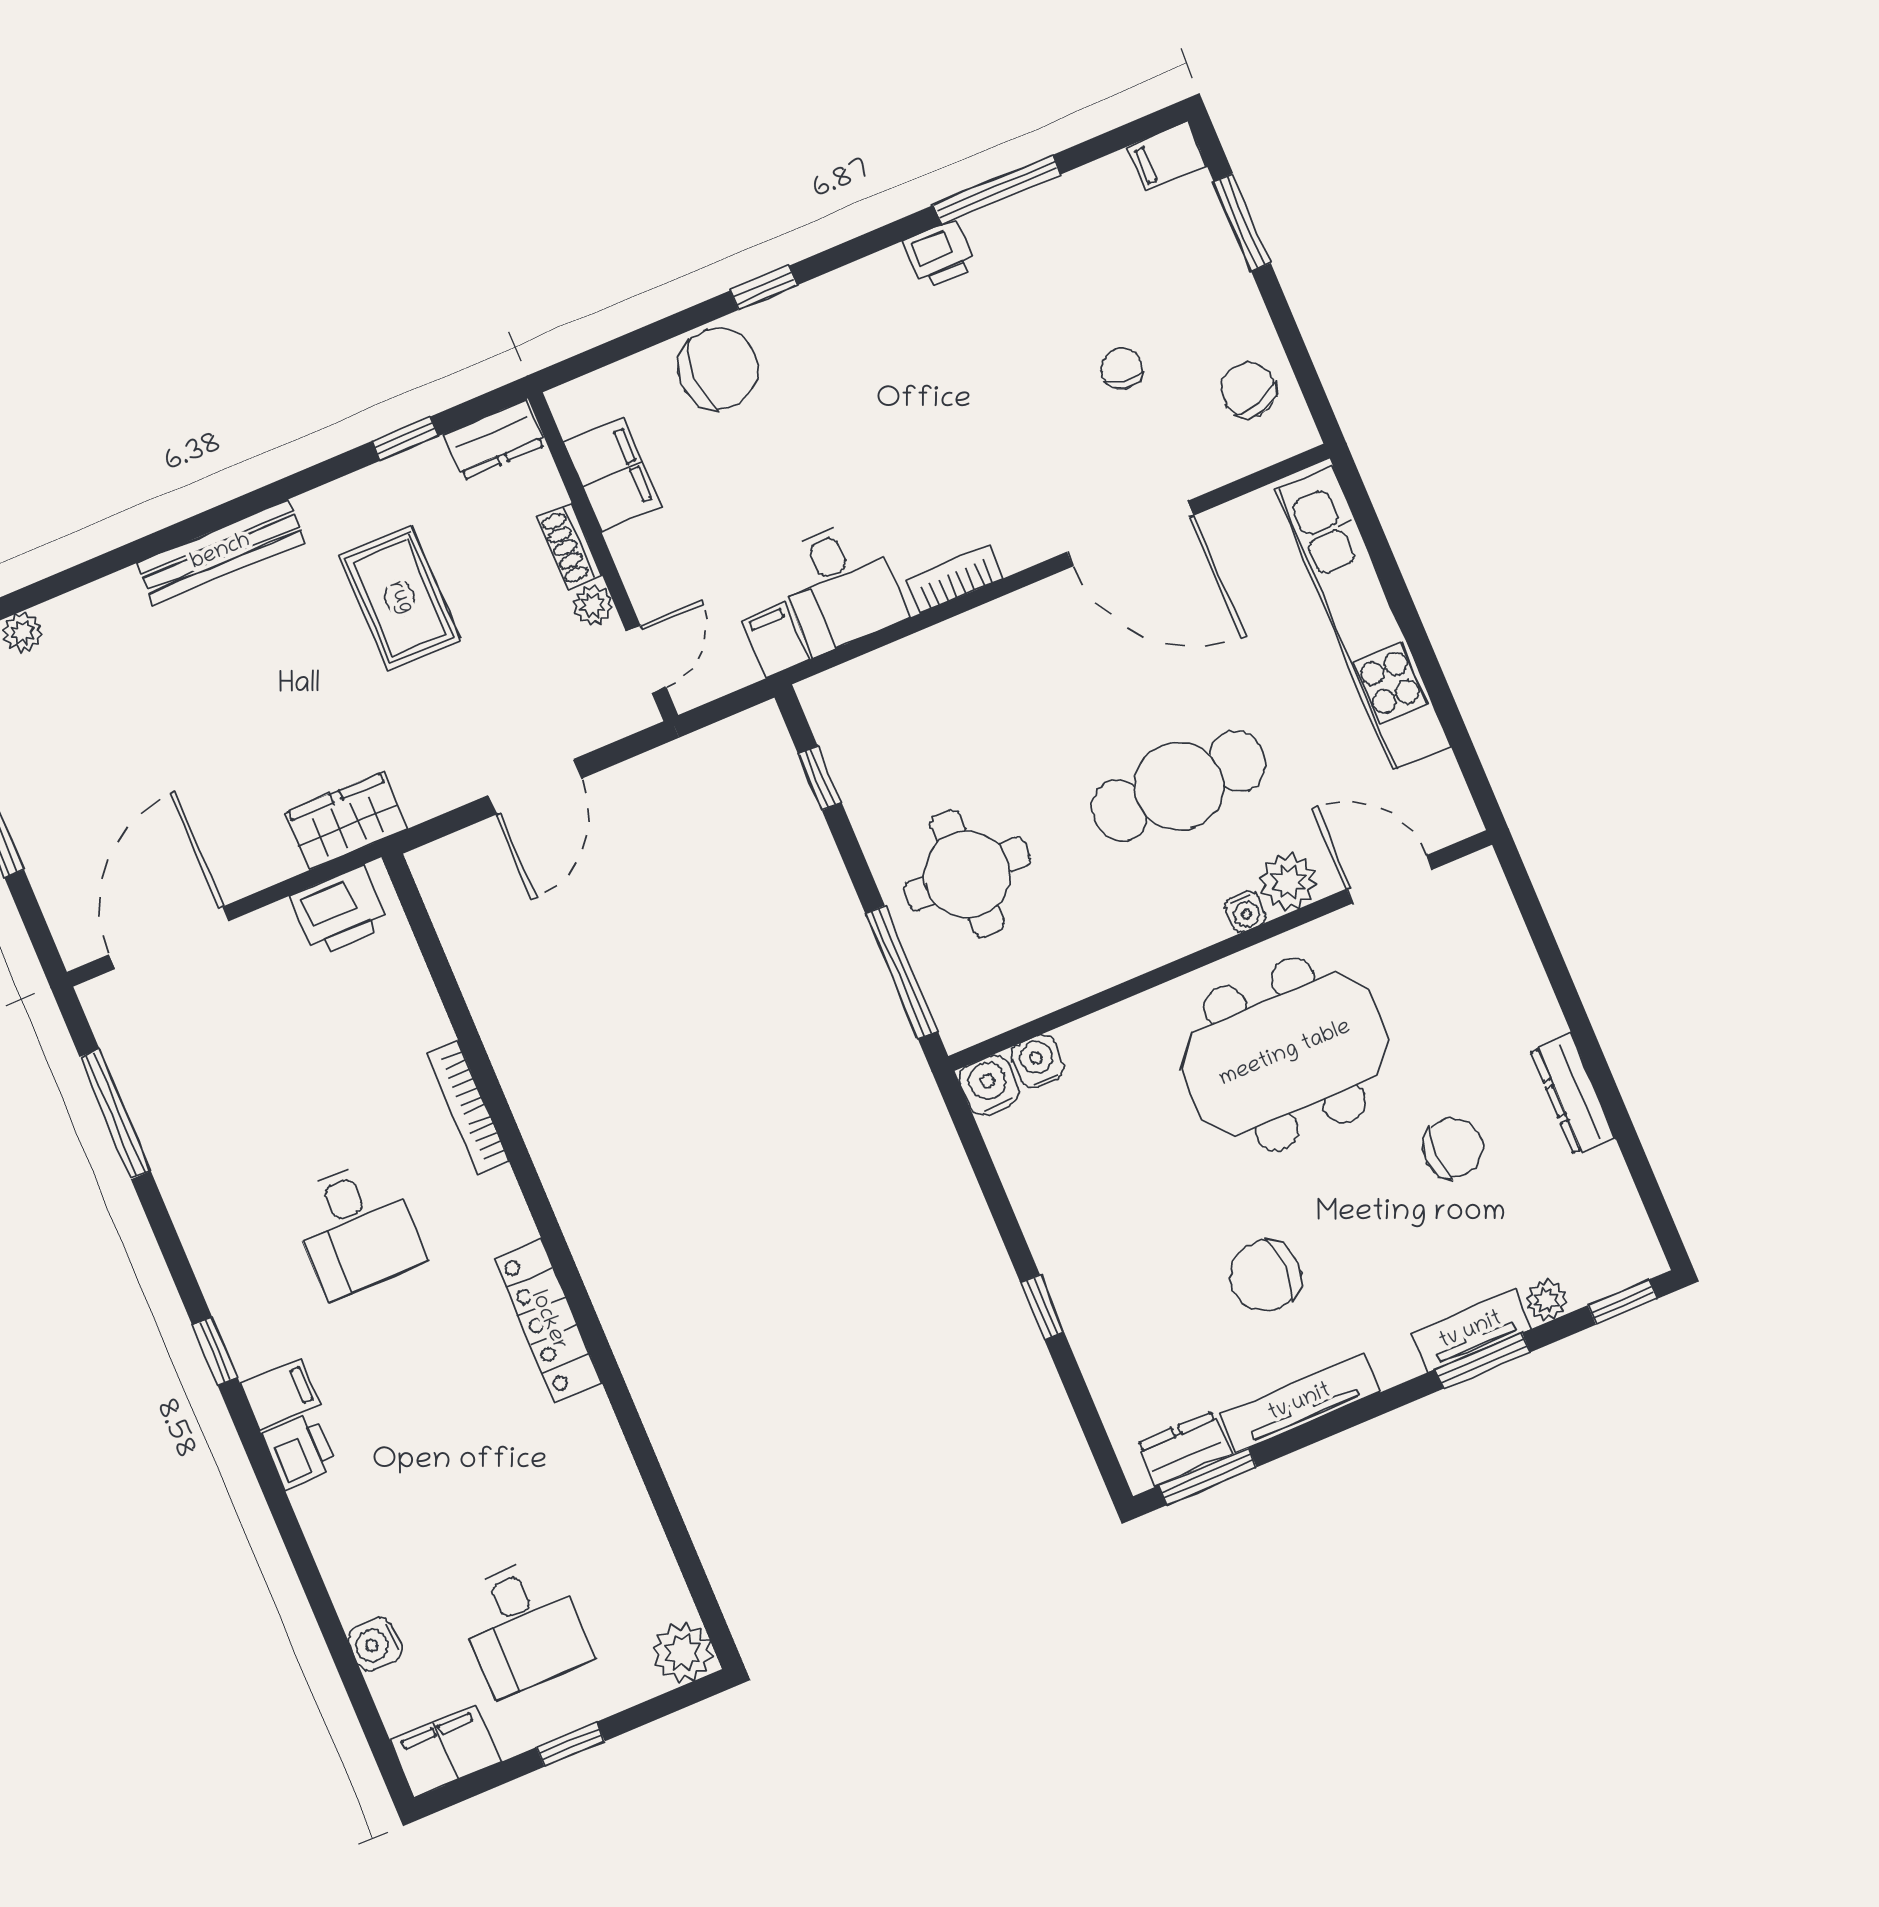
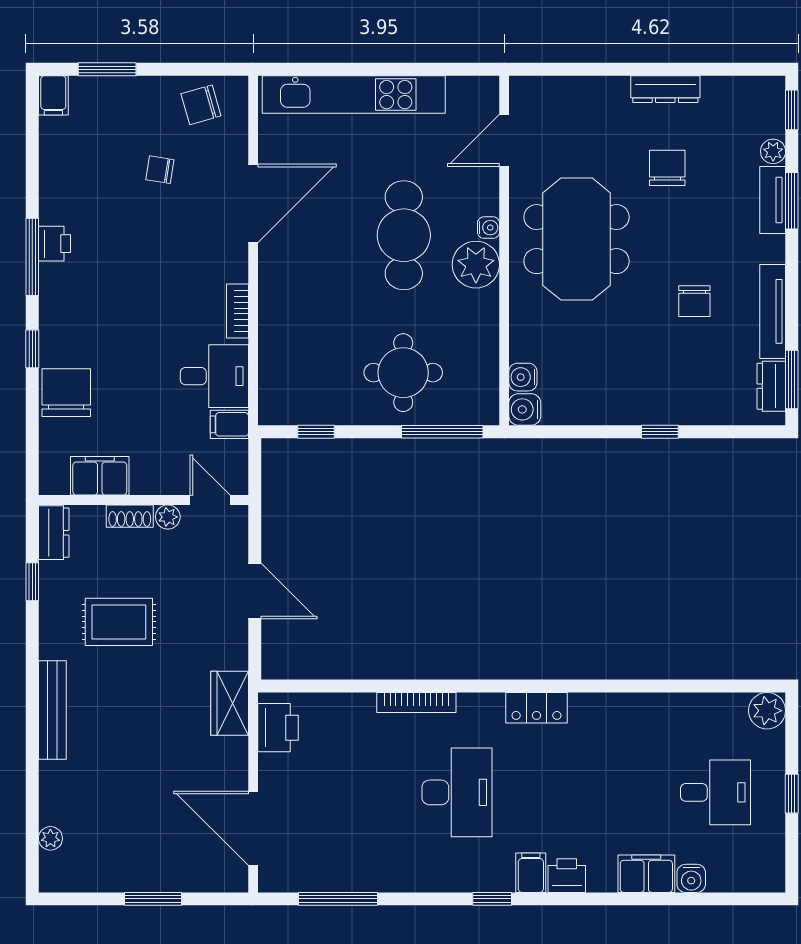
window: (997, 190) -> (32, 257), moved
plant: (1288, 882) -> (476, 265), moved, width x1.36, depth x1.36
desk: (356, 1228) -> (457, 792), width x1.37
chair: (1265, 1276) -> (694, 301), width x0.73, depth x0.73
locker: (548, 1321) -> (536, 708), width x0.66
filing cabinet: (446, 1751) -> (646, 874), moved, turned 90

